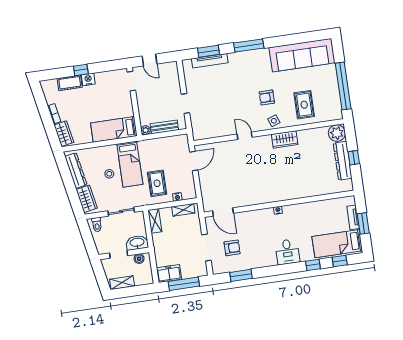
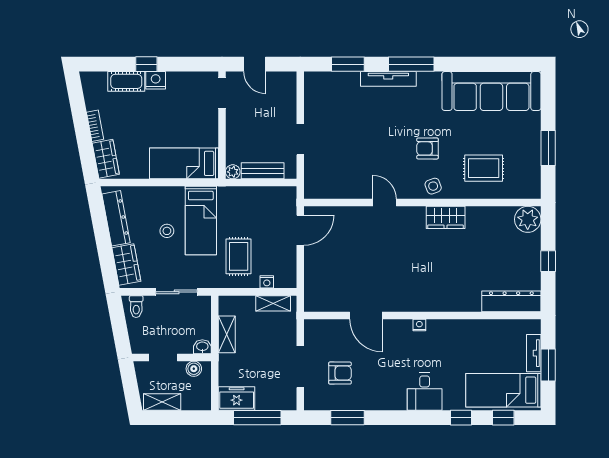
tv unit: (210, 61) -> (388, 79), moved
window: (343, 86) -> (548, 148), width x0.47
rug: (304, 105) -> (484, 168), turned 90
dresser: (343, 161) -> (511, 301), moved, turned 90
door: (223, 212) -> (366, 316), moved
shelving: (155, 221) -> (227, 334), moved
washbasin: (137, 243) -> (202, 347), width x0.52, depth x0.69

